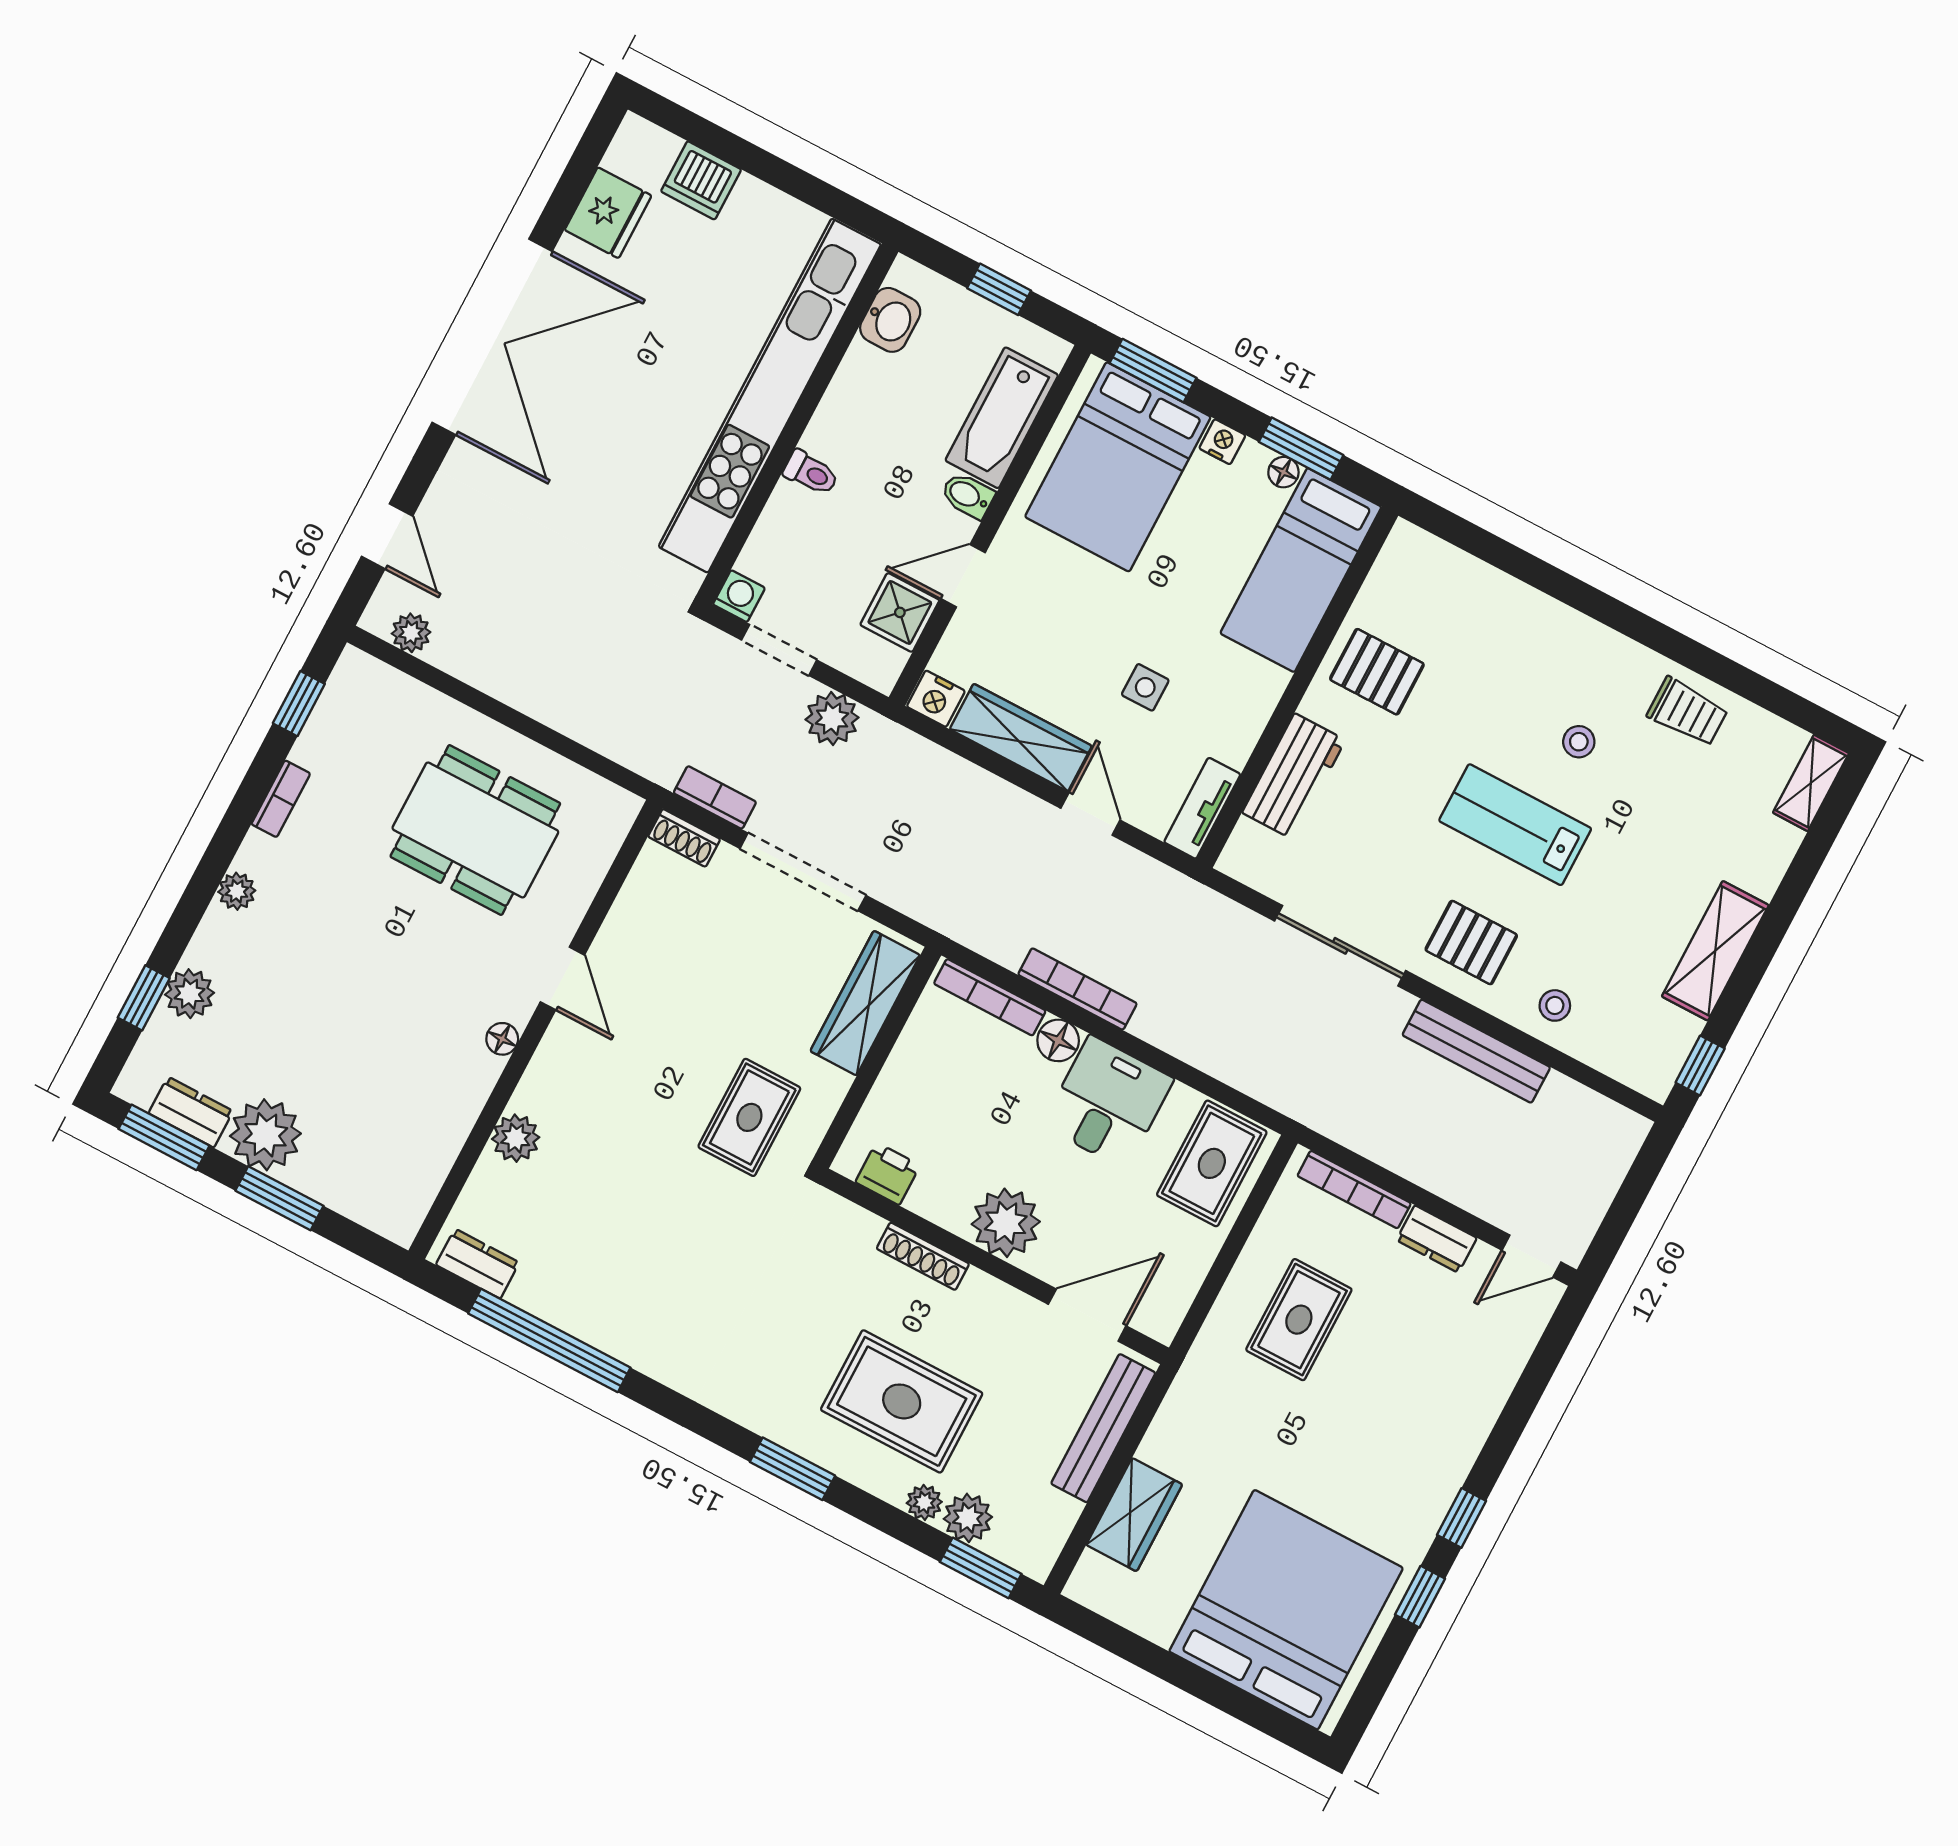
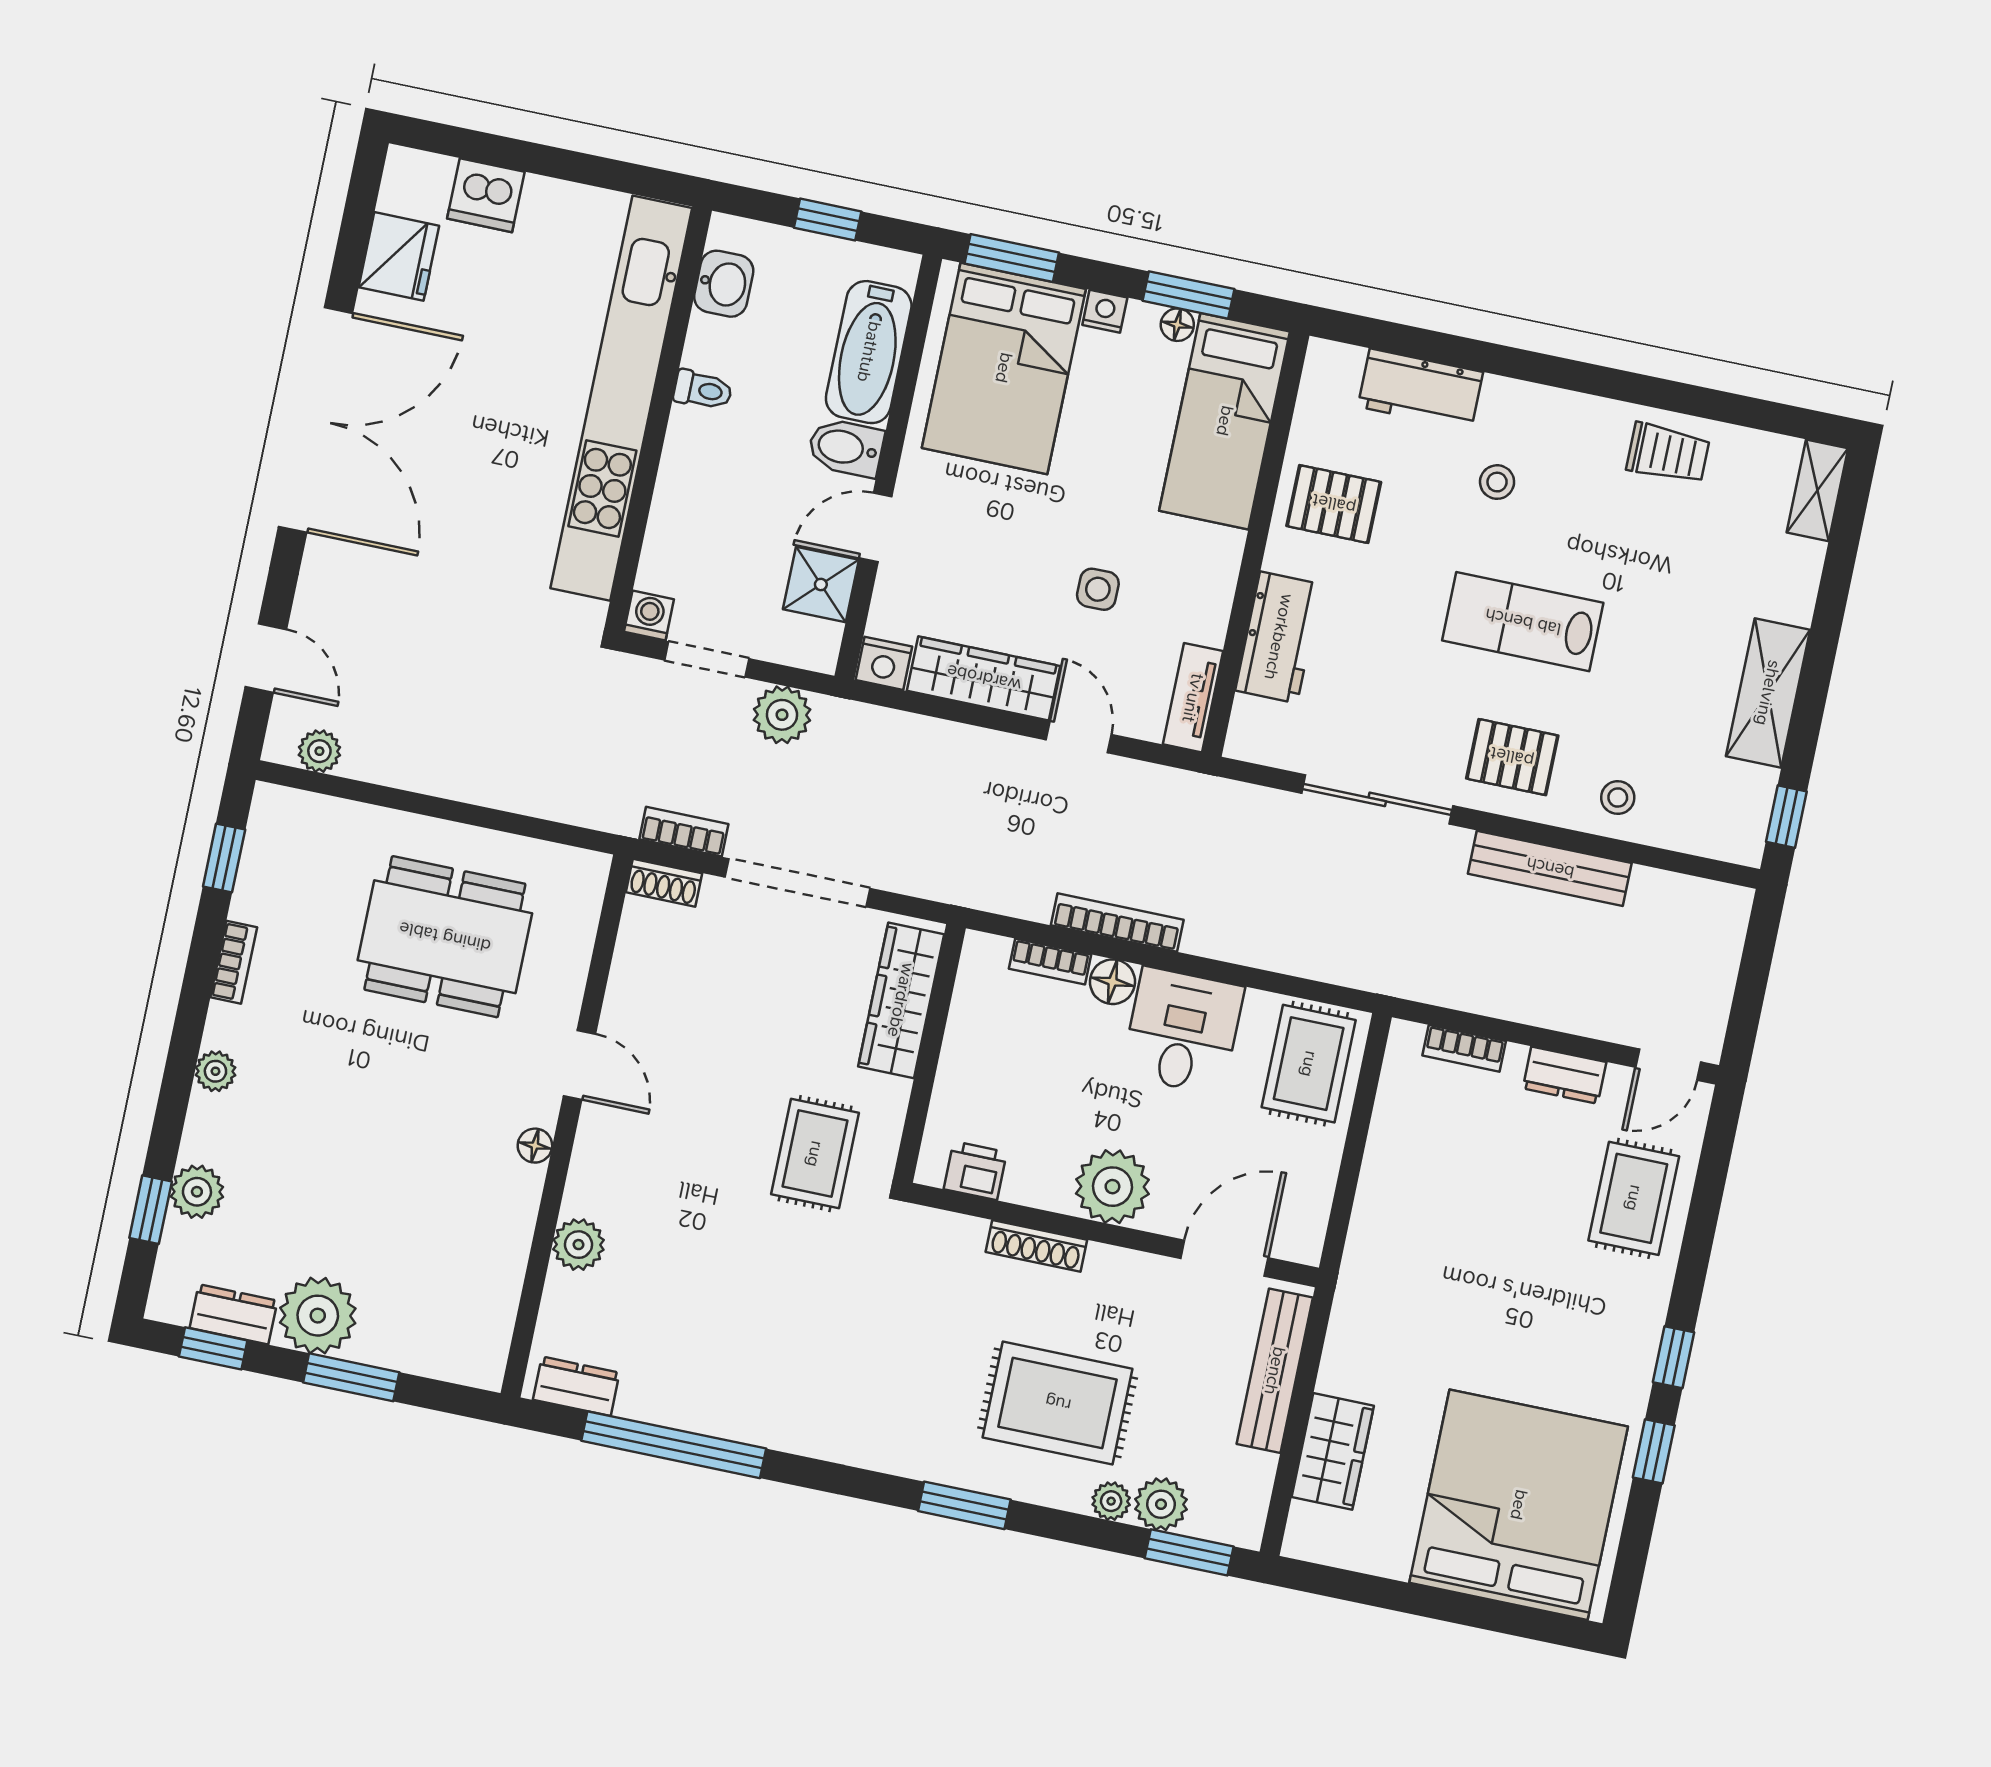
toilet: (811, 473) -> (703, 390), moved
bidet: (968, 495) -> (846, 448), width x1.38, depth x1.36
workbench: (1483, 592) -> (1420, 389), added
stool: (1579, 742) -> (1497, 482), moved
bookcase: (990, 997) -> (1050, 962), width x0.64
window: (164, 1137) -> (213, 1348), width x0.67
bookcase: (1354, 1190) -> (1464, 1048), width x0.64
rug: (1299, 1320) -> (1634, 1198), moved

